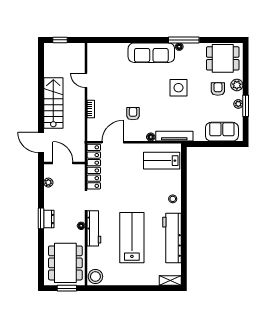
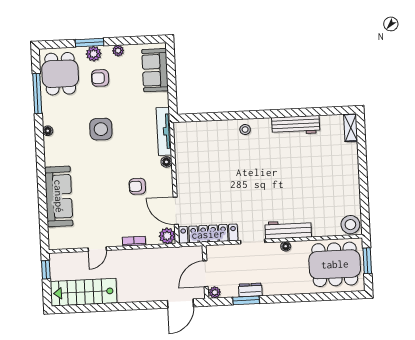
window: (60, 40) -> (46, 270), moved
window: (184, 40) -> (37, 94), moved
sofa: (151, 53) -> (59, 196), moved
stairs: (53, 103) -> (84, 292), moved
window: (246, 106) -> (90, 43), moved
plant: (94, 135) -> (167, 236), added
lab bench: (162, 161) -> (196, 146), removed
plant: (48, 183) -> (215, 292), moved
window: (41, 218) -> (246, 300), moved
dresser: (49, 219) -> (250, 290), moved
lab bench: (132, 238) -> (298, 180), removed
workbench: (172, 238) -> (296, 125), width x0.73, depth x0.76

